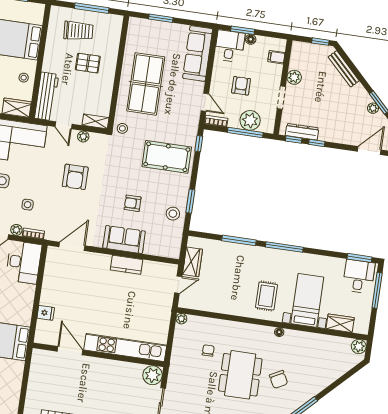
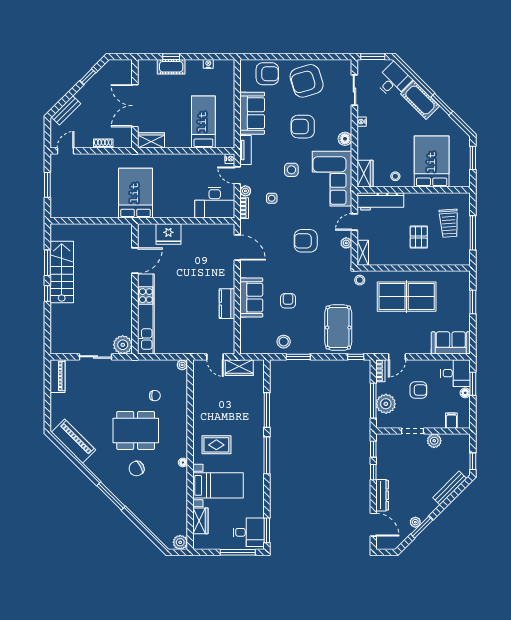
sofa: (198, 53) -> (451, 343), width x0.73
dresser: (302, 132) -> (382, 495), moved
fridge: (46, 313) -> (168, 234), width x1.88, depth x1.34

